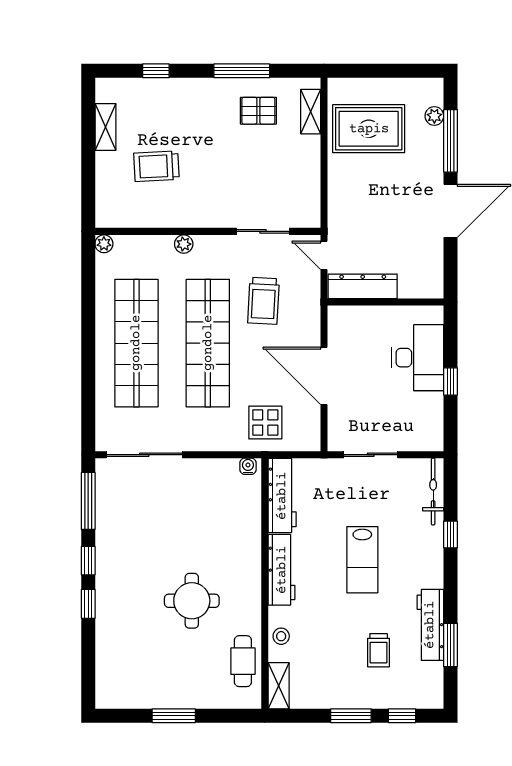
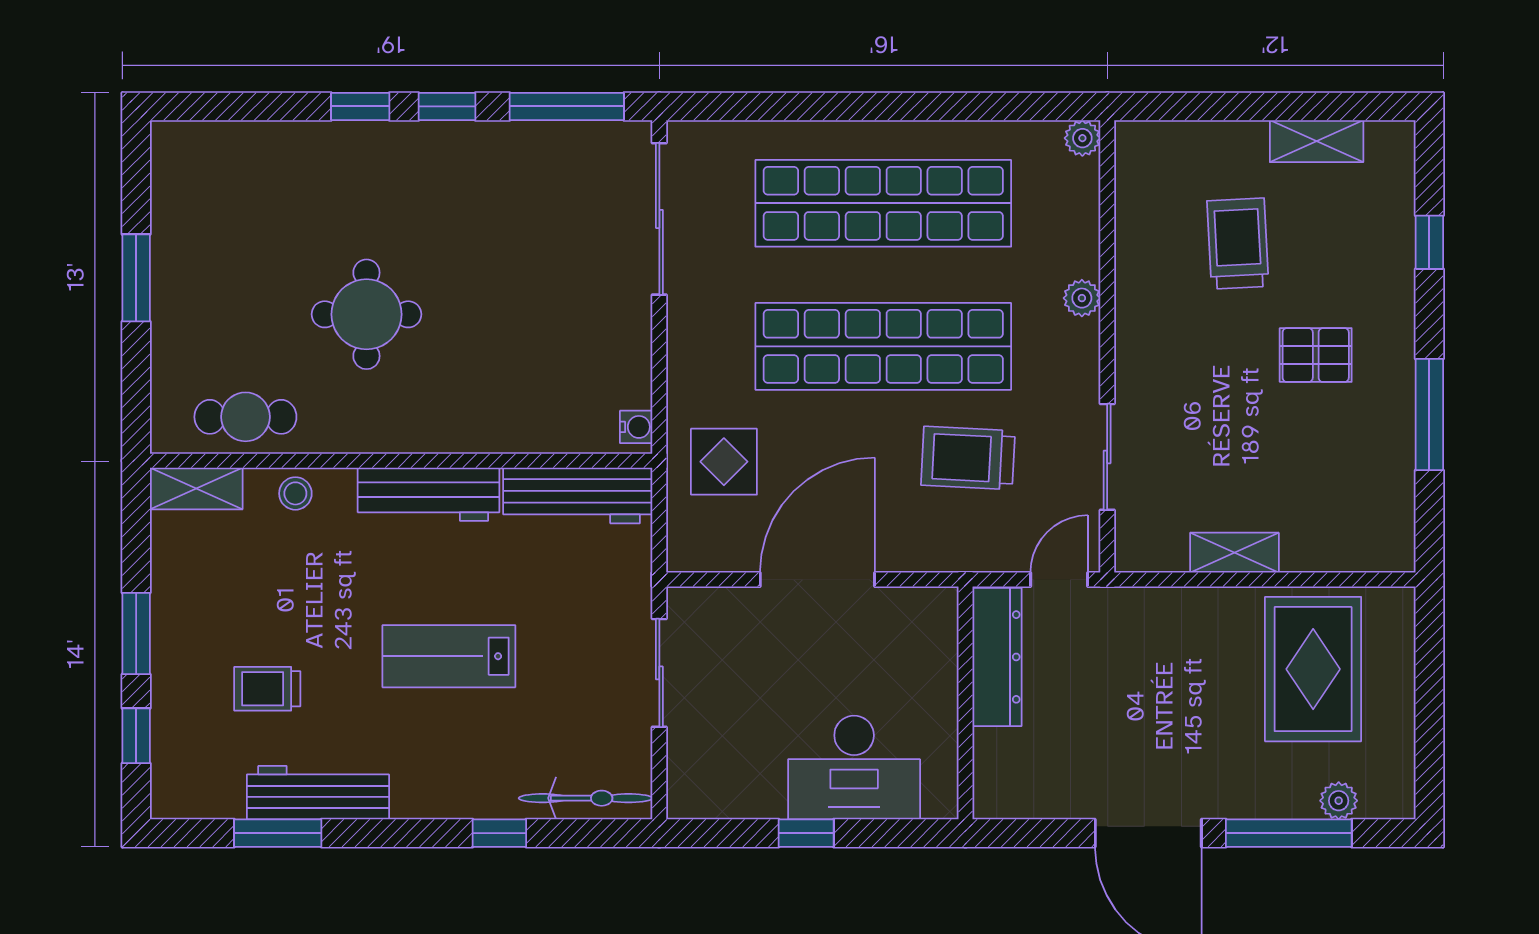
pallet: (258, 111) -> (1316, 355), moved, turned 90
shelving: (311, 112) -> (1234, 553), moved

